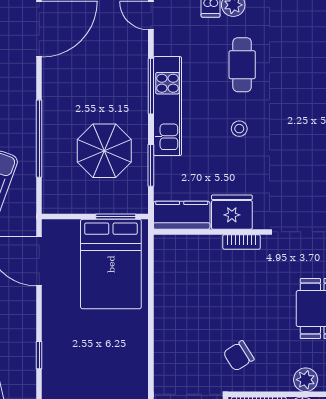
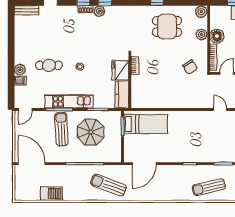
sun lounger: (110, 90) -> (61, 129), added
bed: (111, 264) -> (145, 124), width x0.67

